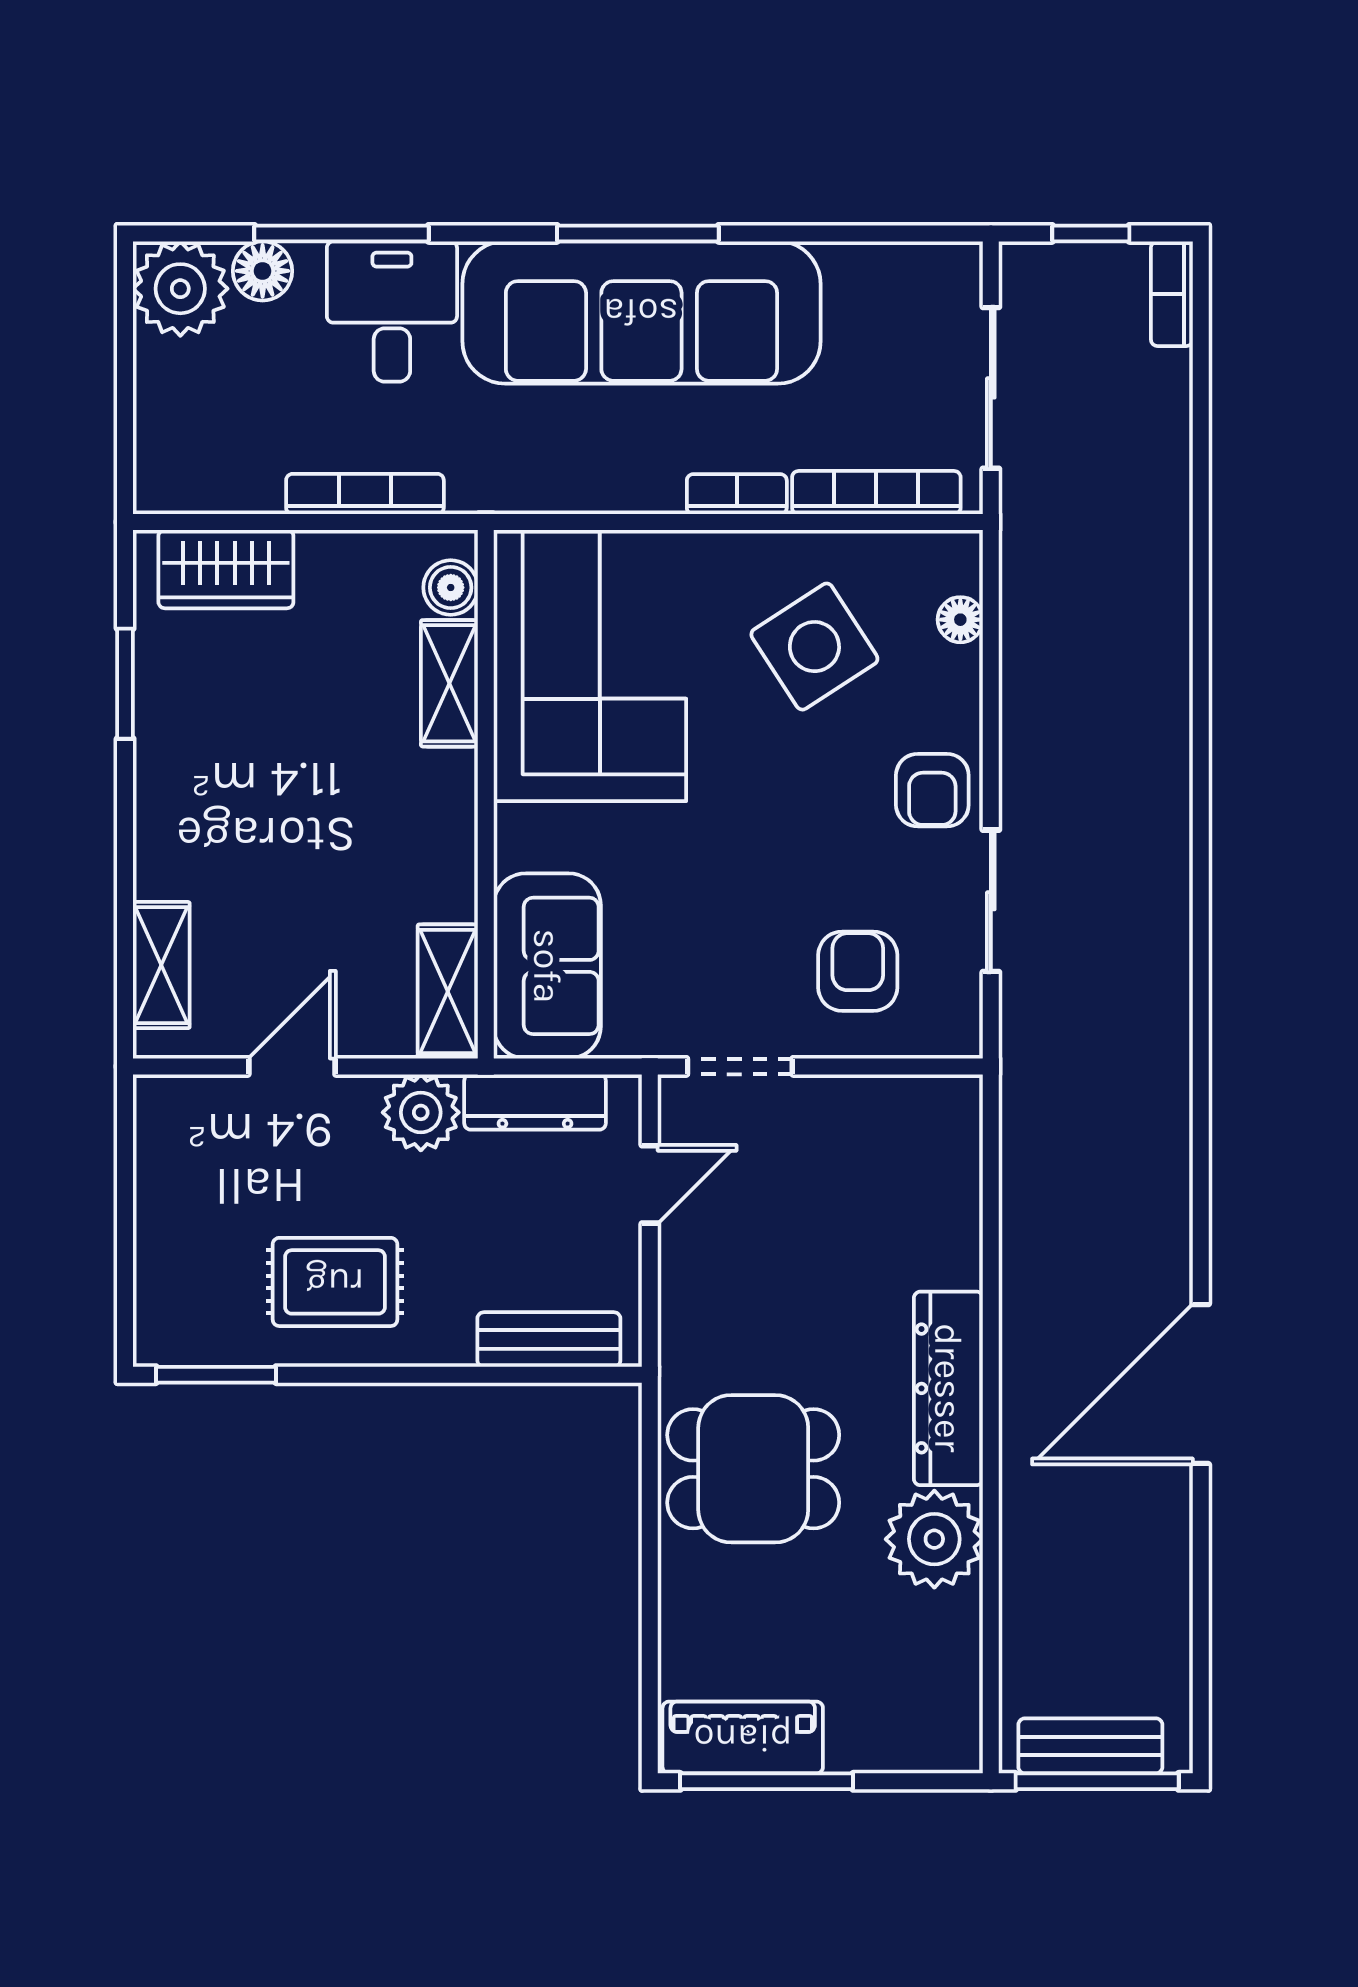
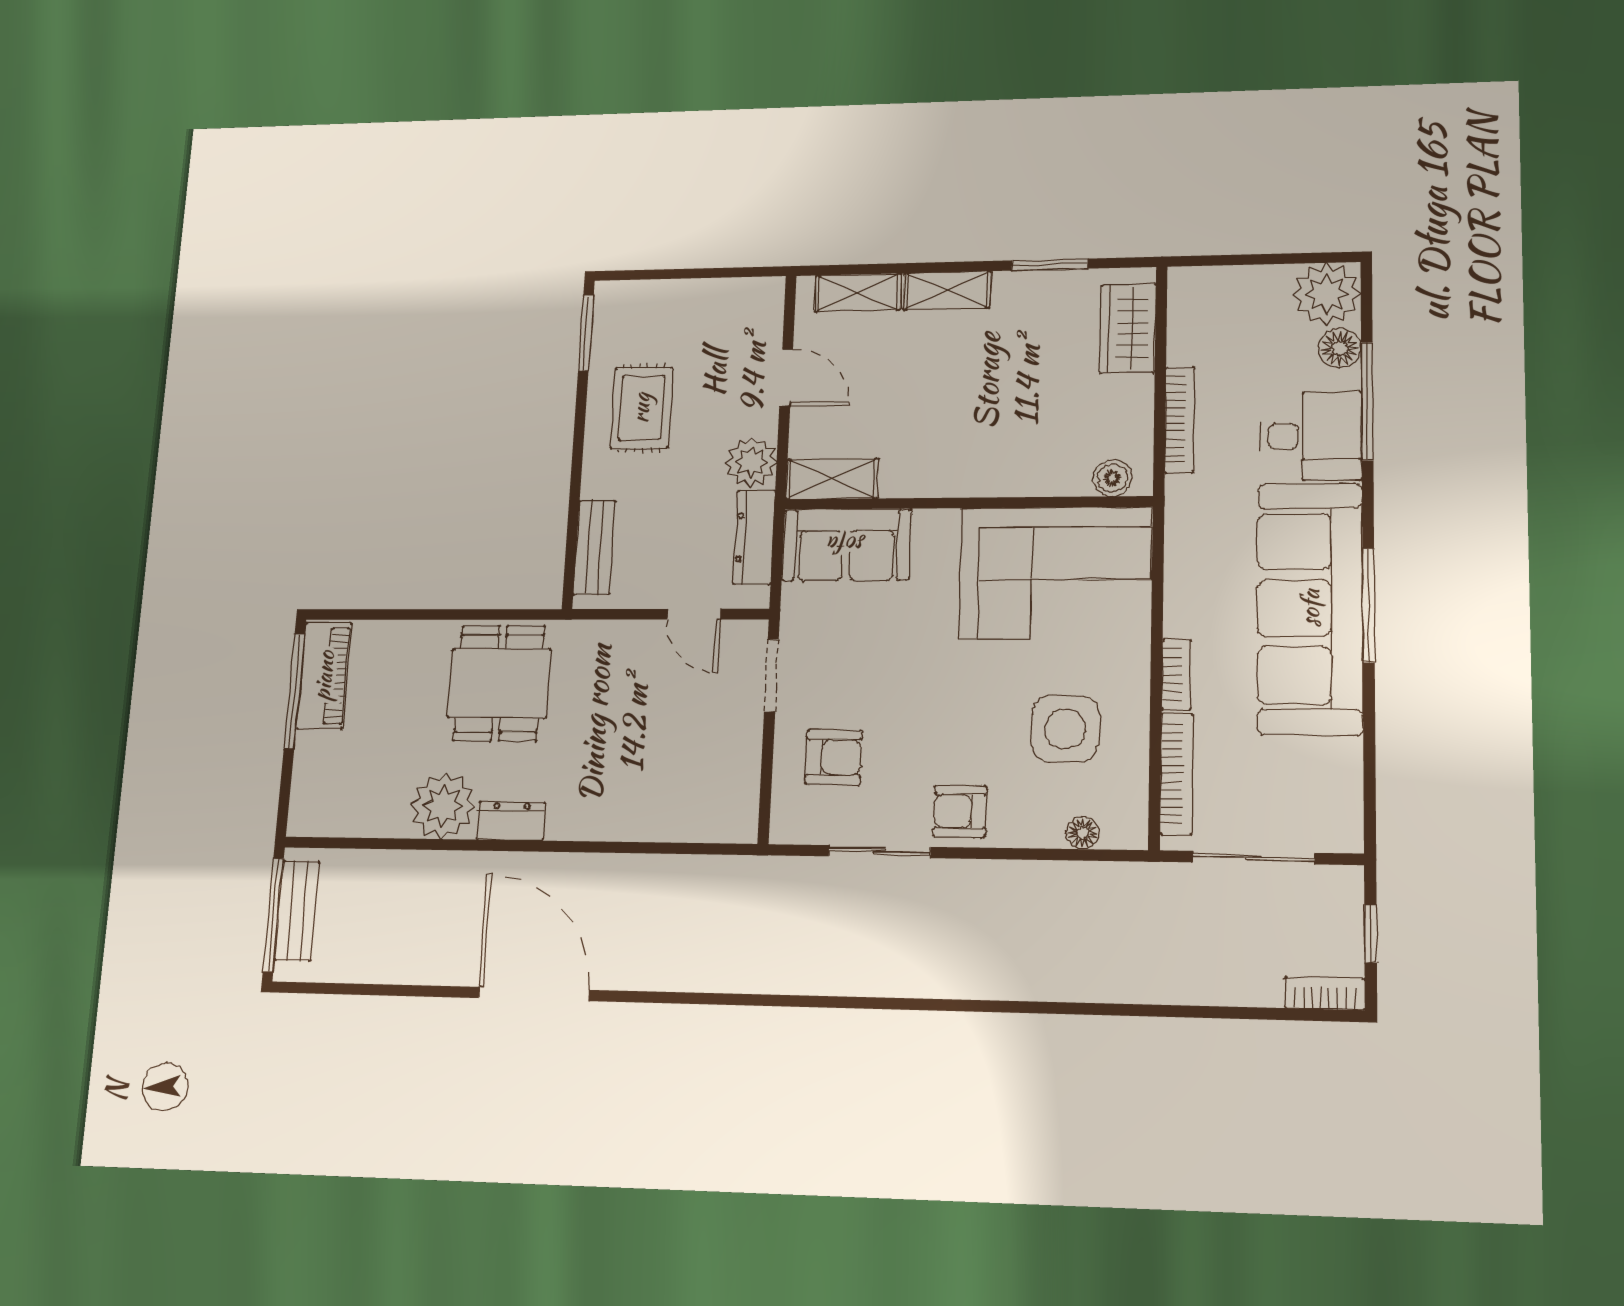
side table: (814, 647) -> (1065, 729), turned 33
shelving: (449, 683) -> (947, 290), moved
dresser: (948, 1388) -> (511, 821), width x0.51, depth x0.80

